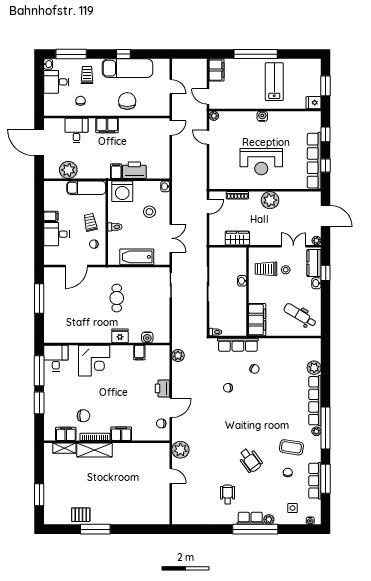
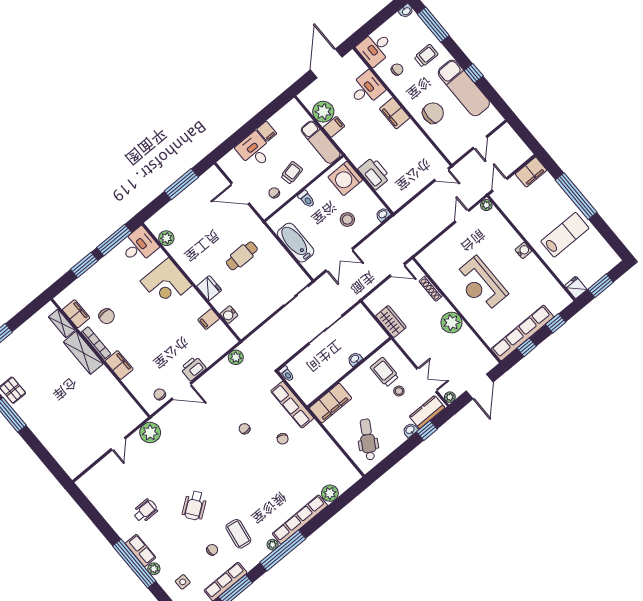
desk: (56, 82) -> (375, 48), moved, turned -90
filing cabinet: (116, 171) -> (334, 127), moved
plant: (66, 337) -> (166, 238), added

